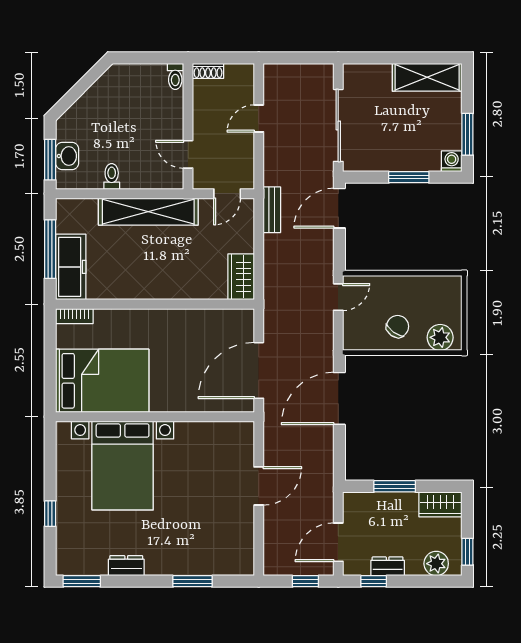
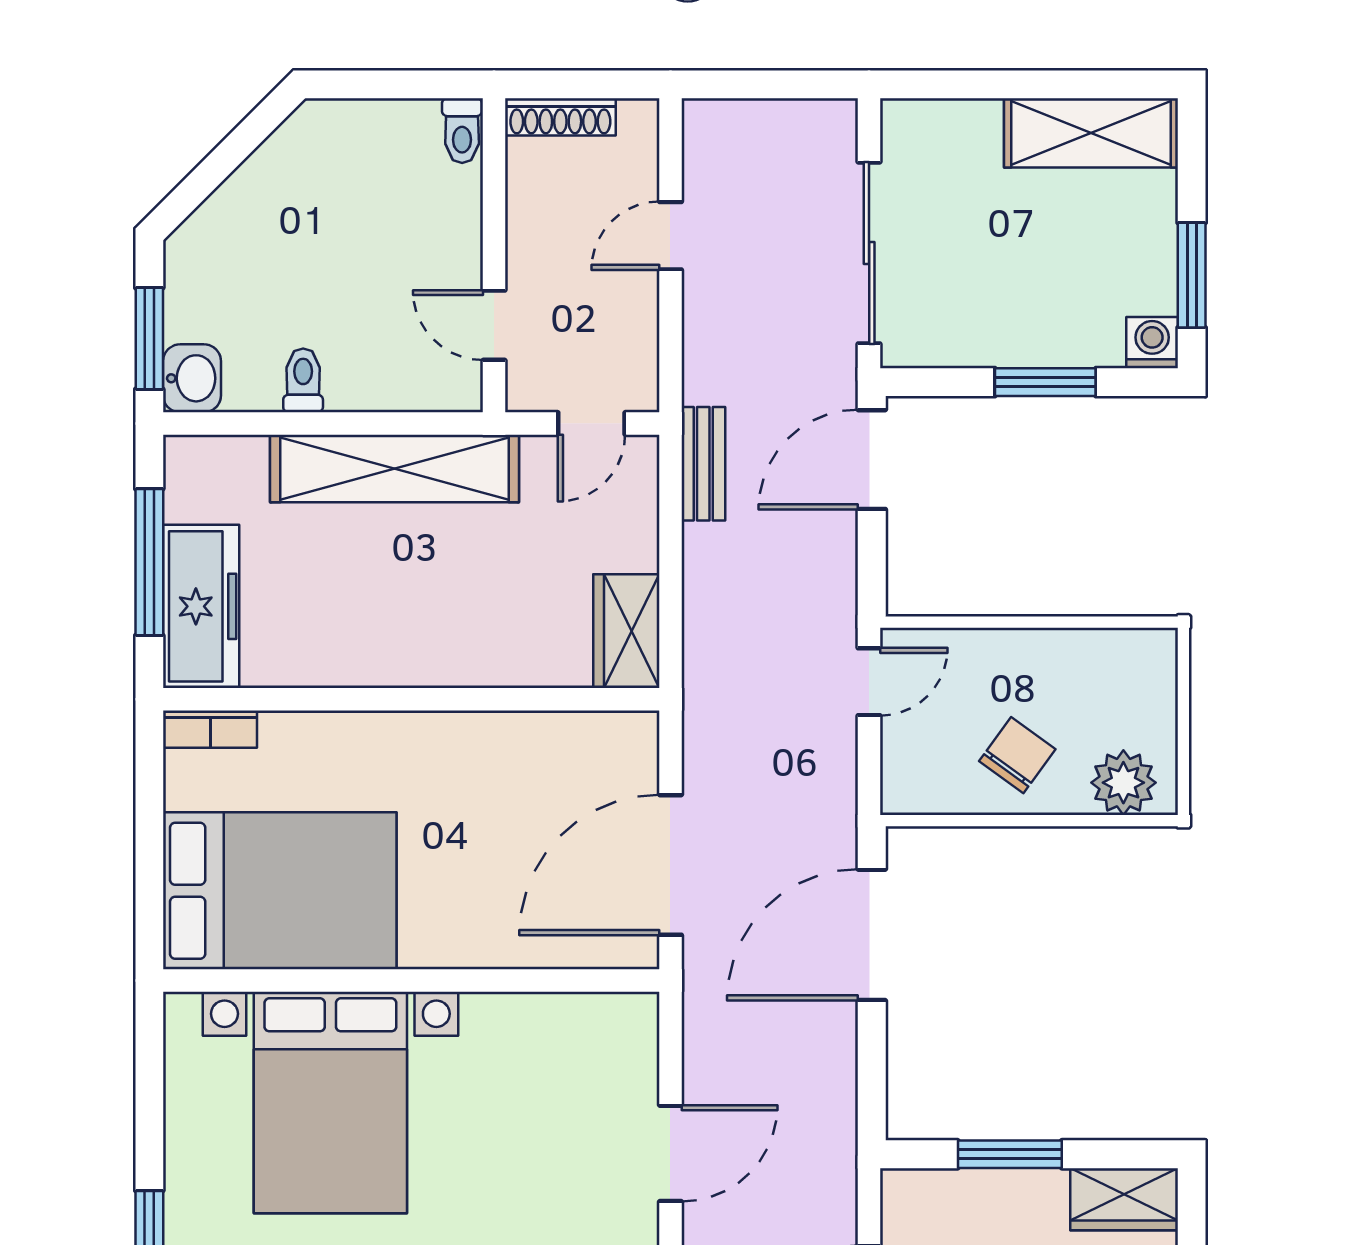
shoe rack: (208, 71) -> (560, 117), width x1.43
washbasin: (67, 156) -> (192, 378), moved

